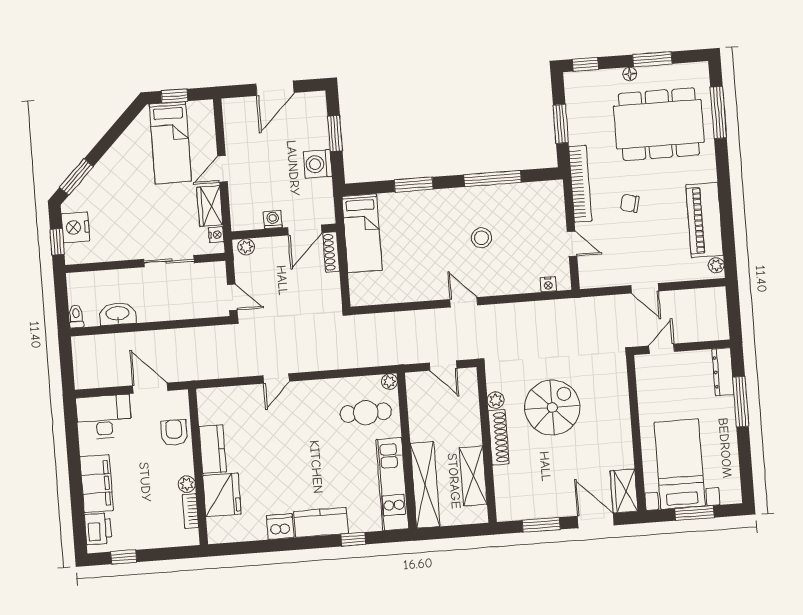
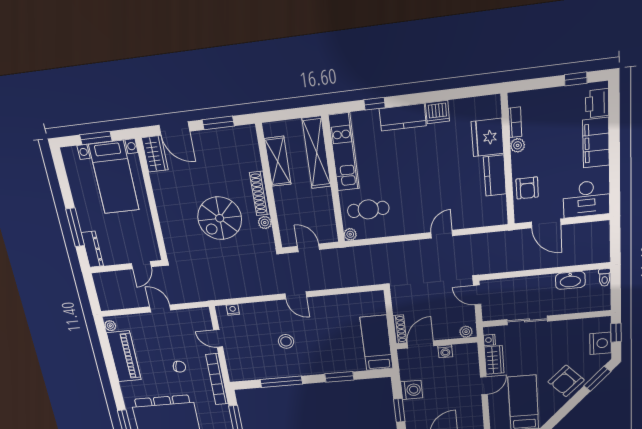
armchair: (116, 174) -> (566, 381), added

